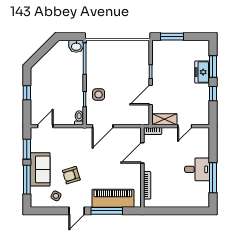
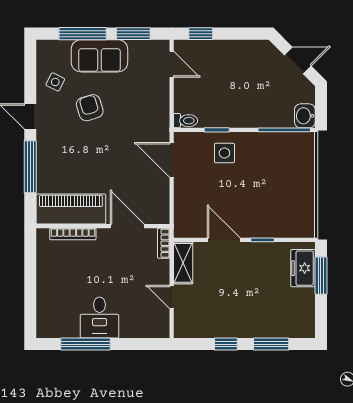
door: (43, 51) -> (298, 61), added
freezer: (202, 72) -> (303, 268), moved, turned -90
window: (27, 93) -> (201, 34), moved
piano: (113, 198) -> (71, 209), moved, turned -90

